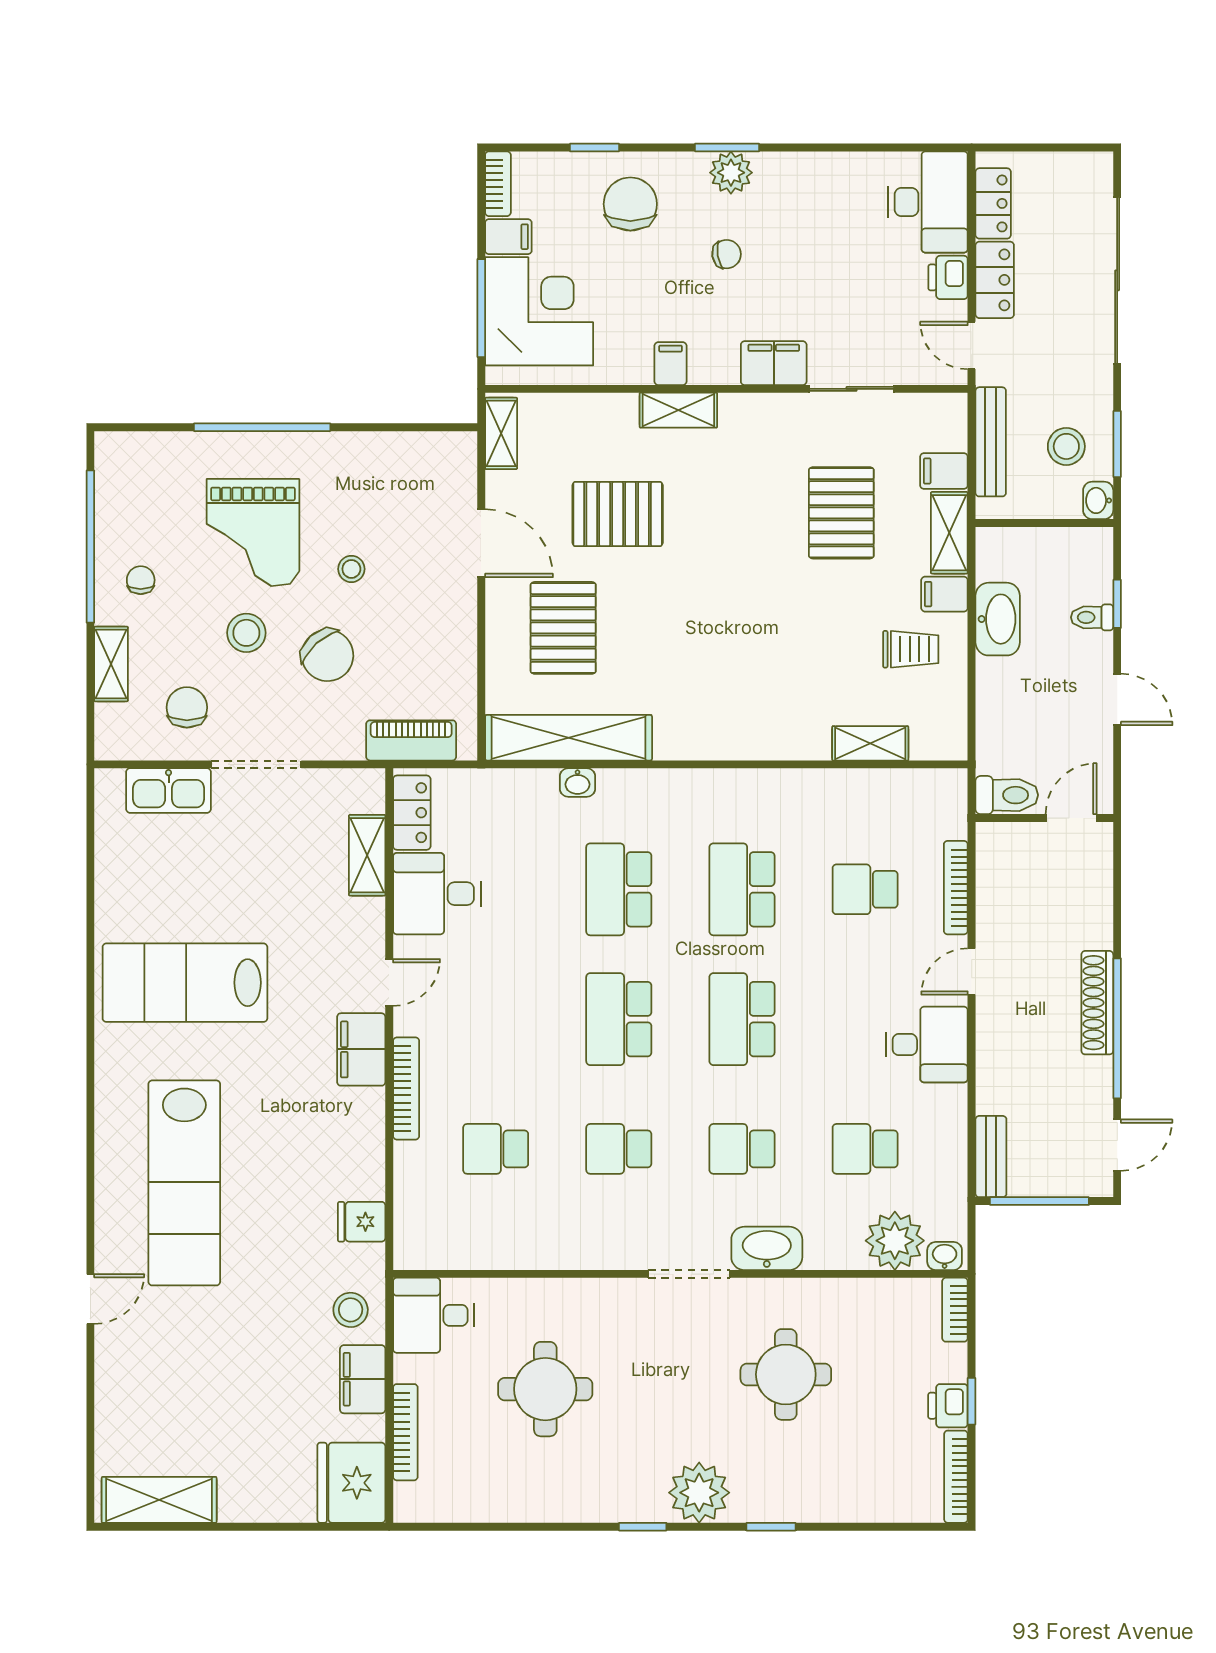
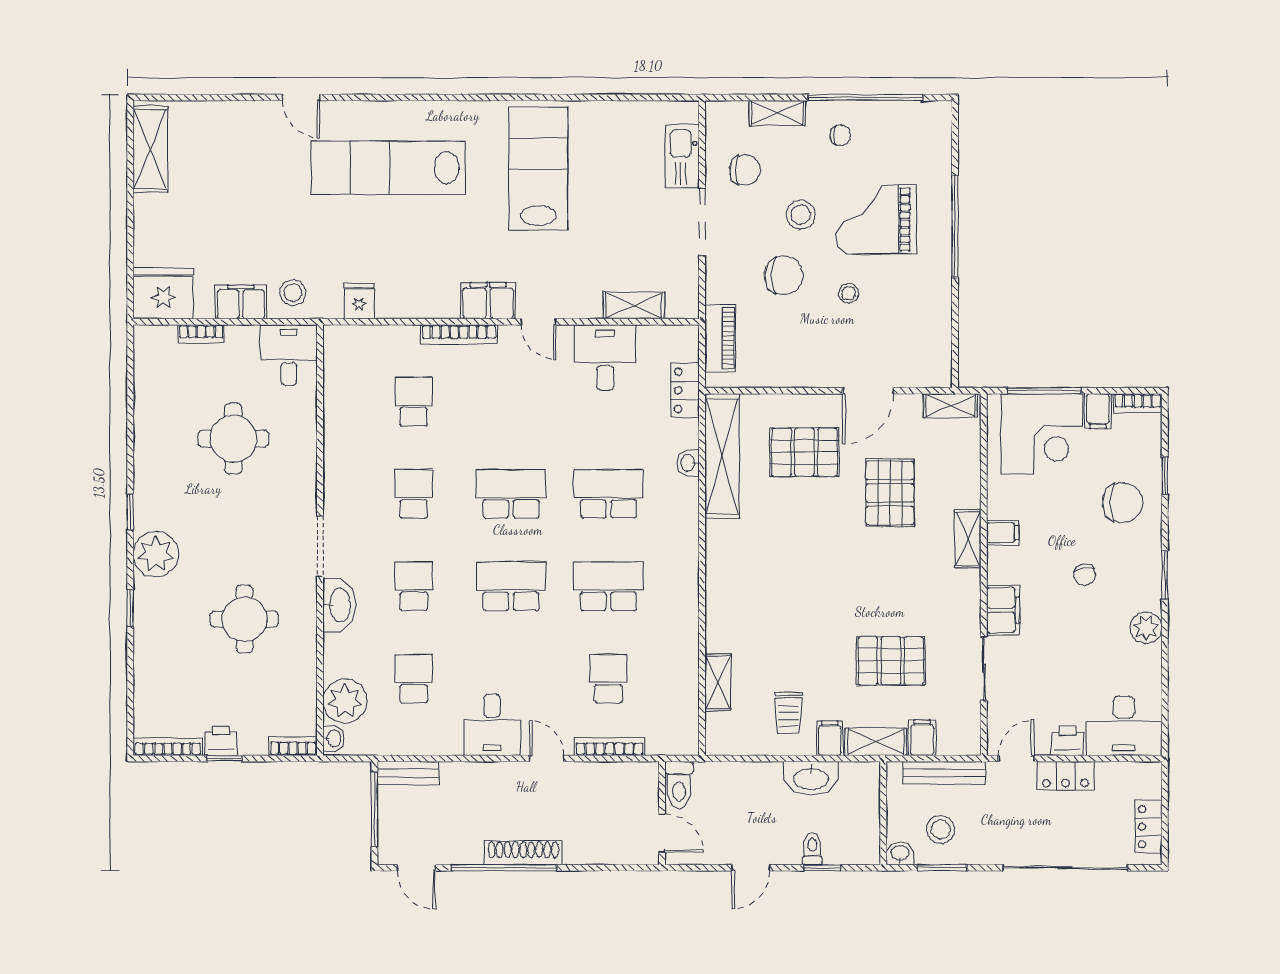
plant: (731, 173) -> (1146, 628), moved
locker: (993, 203) -> (1149, 827), moved, turned 90
chair: (328, 655) -> (784, 275), turned -138
locker: (412, 813) -> (685, 390), moved, turned 90
bookcase: (405, 1432) -> (201, 334), width x0.64

